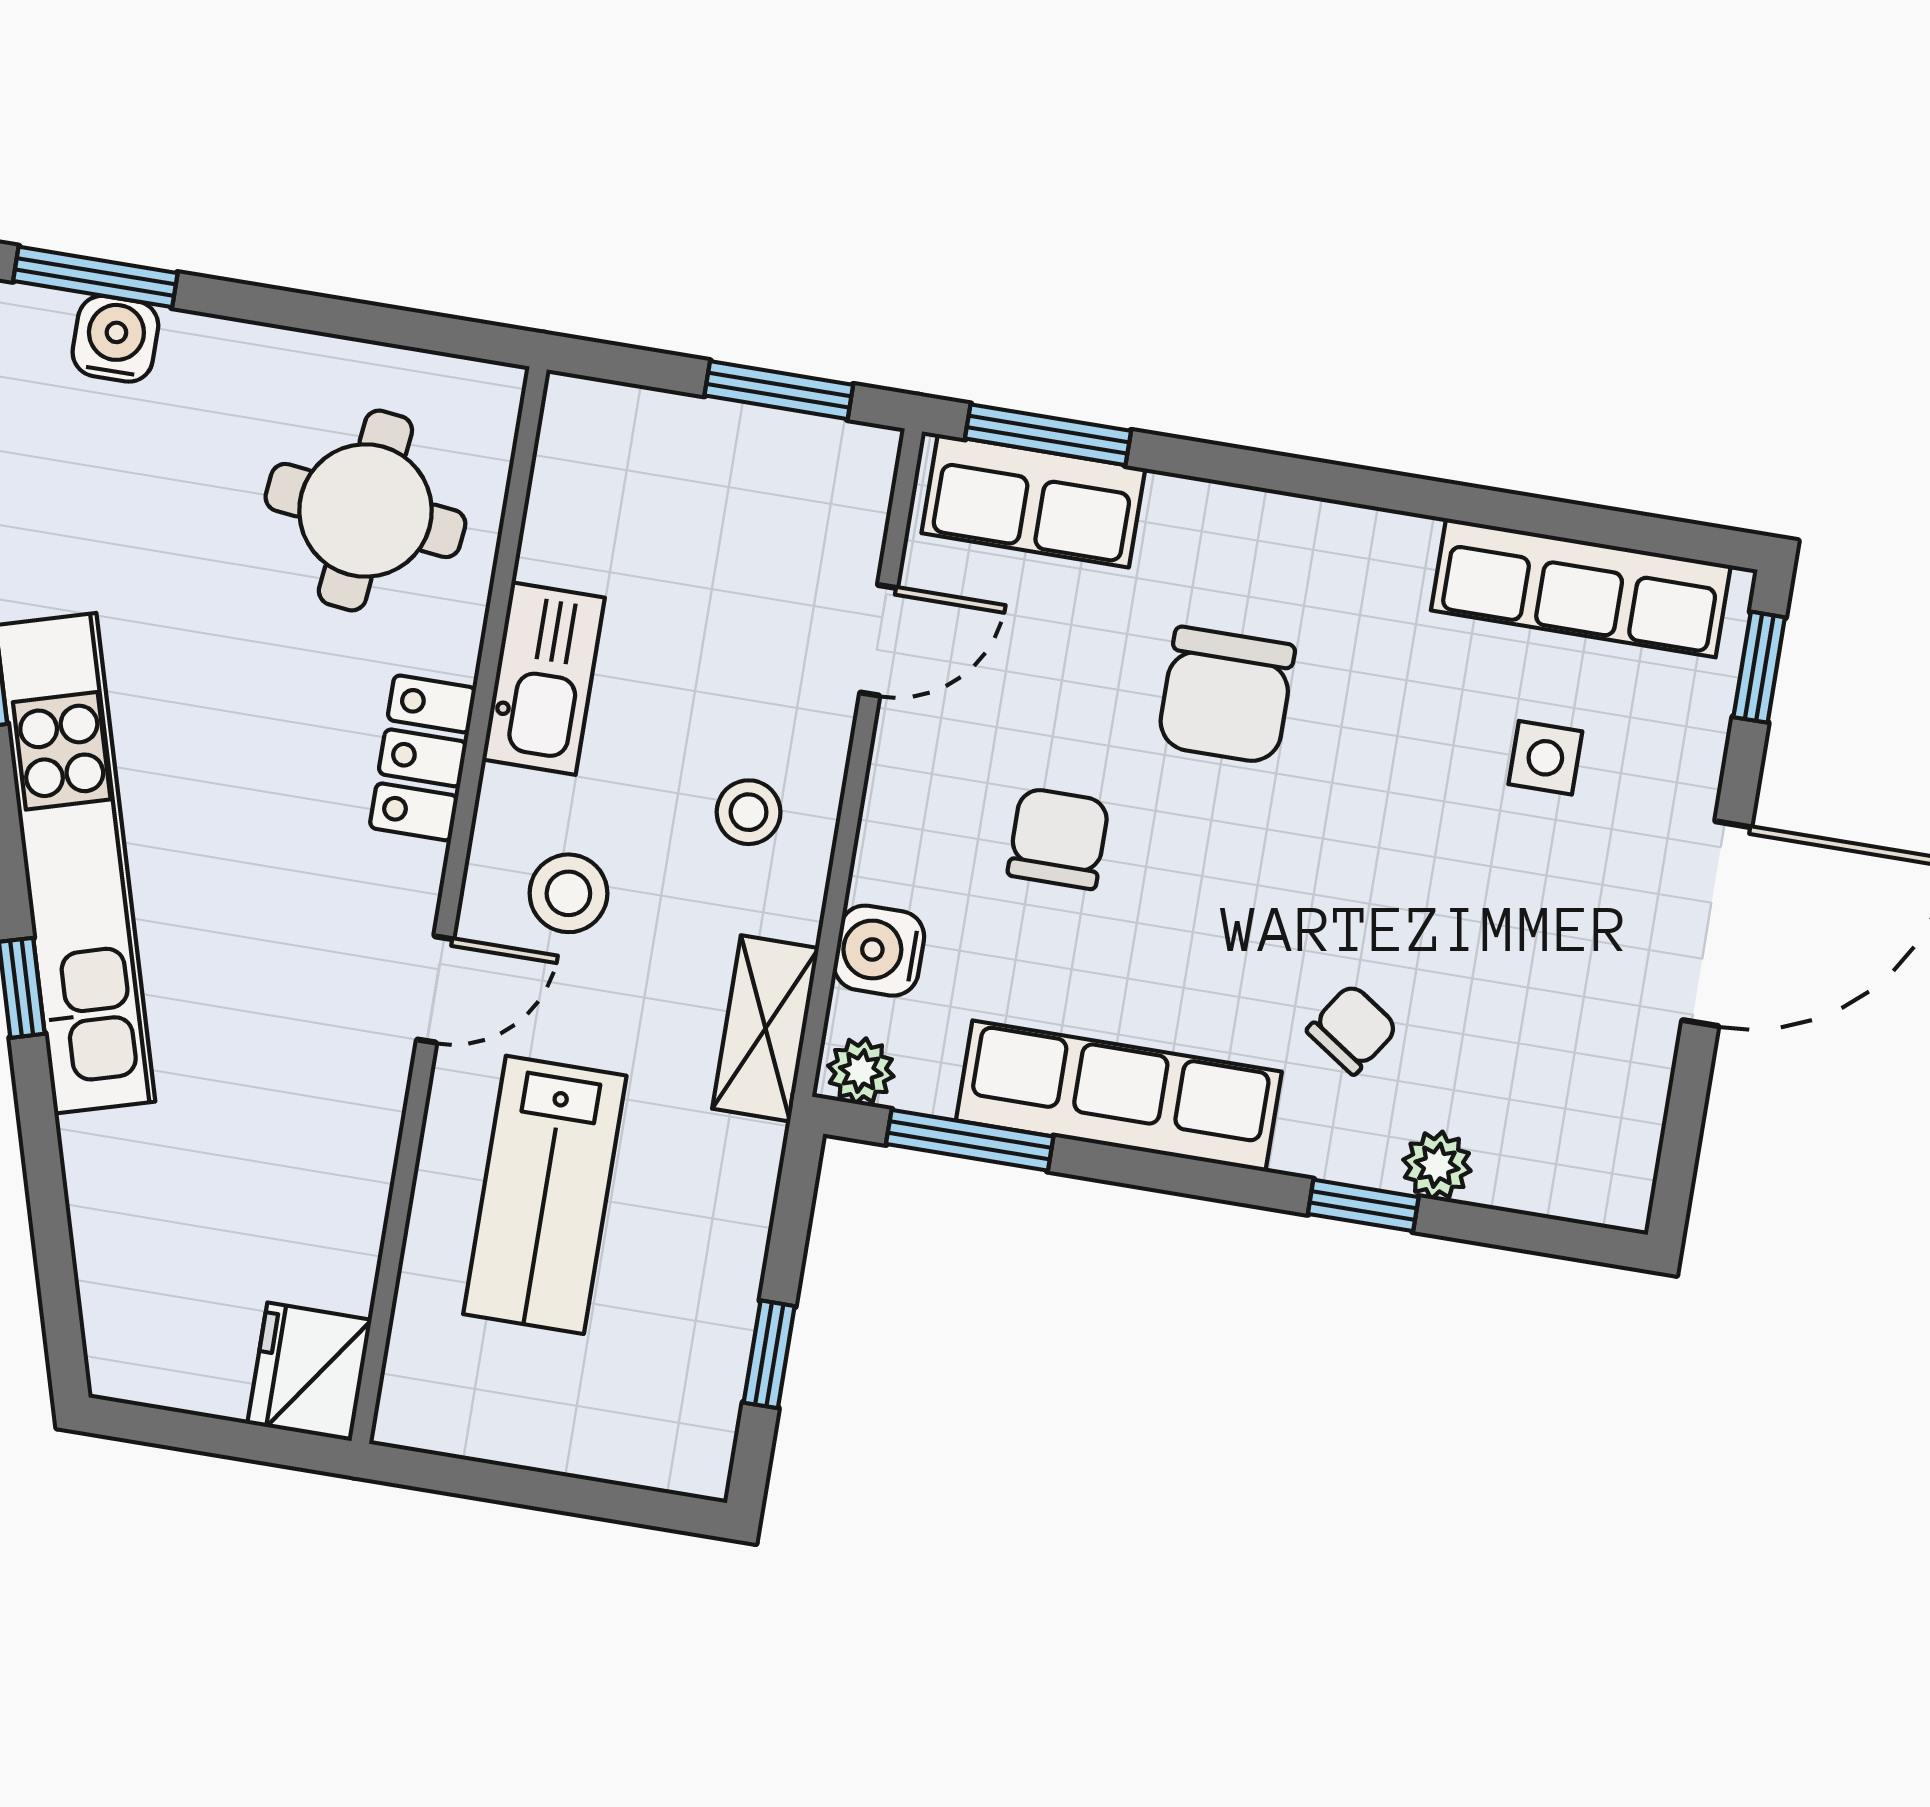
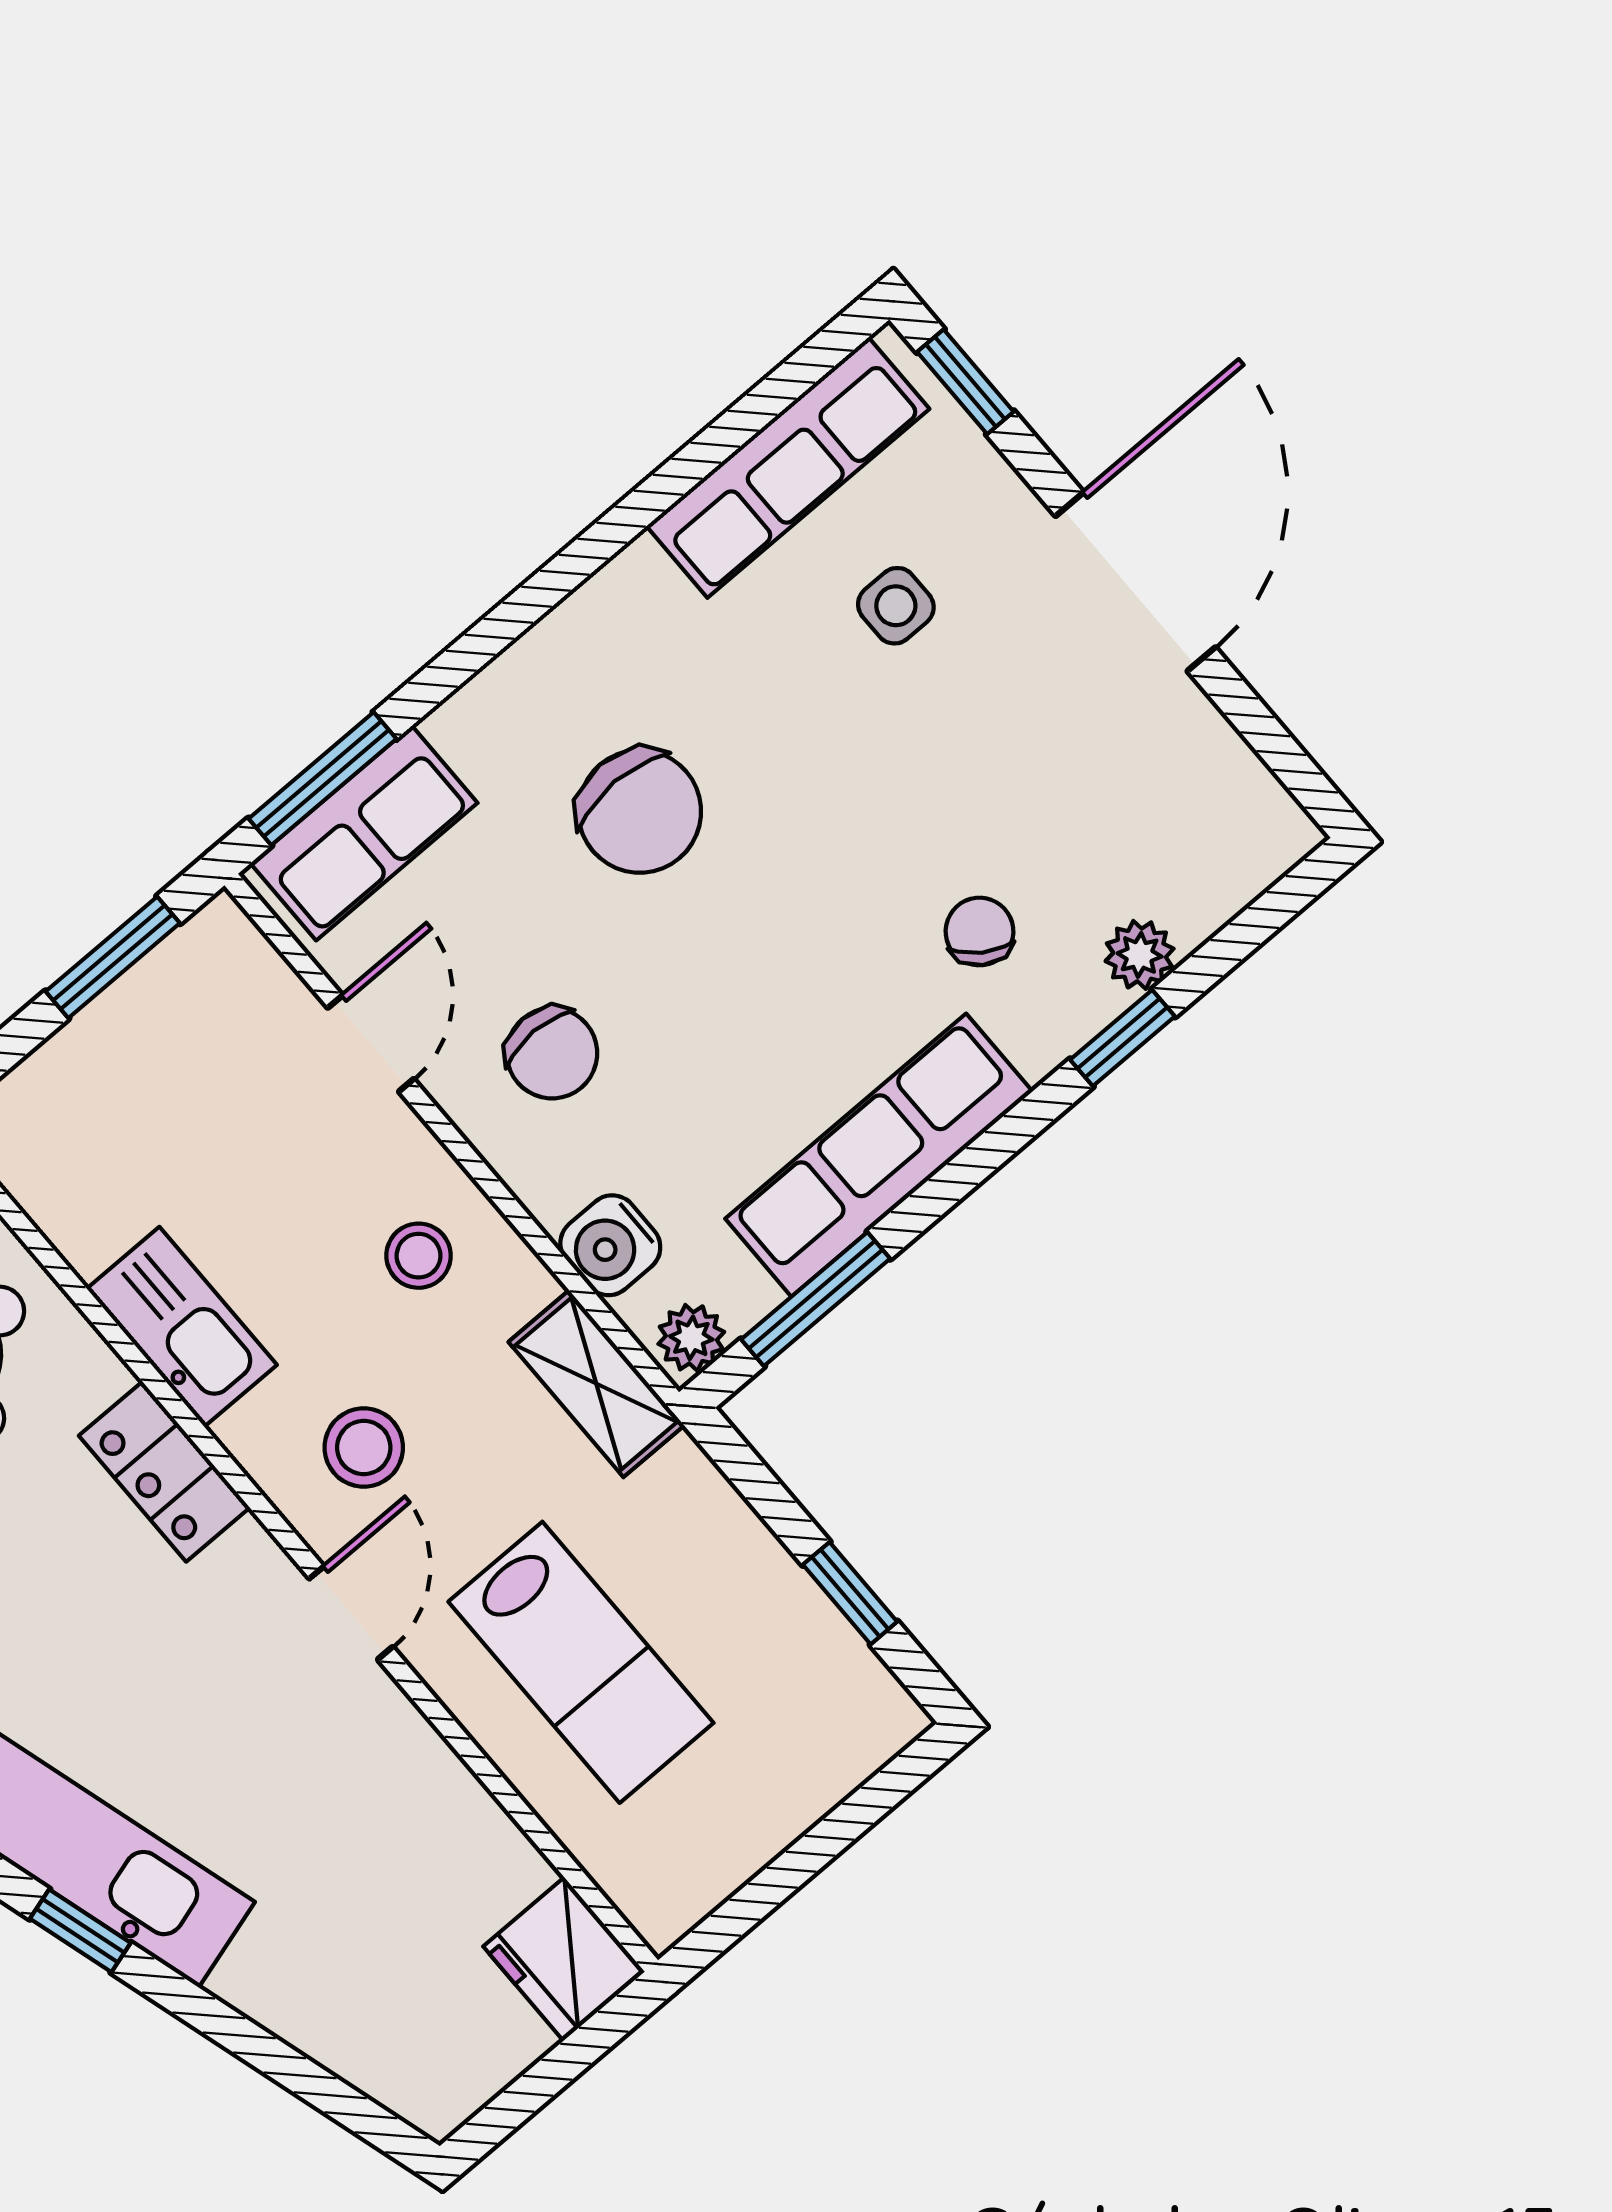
chair: (1058, 838) -> (552, 1053), moved, turned 180

